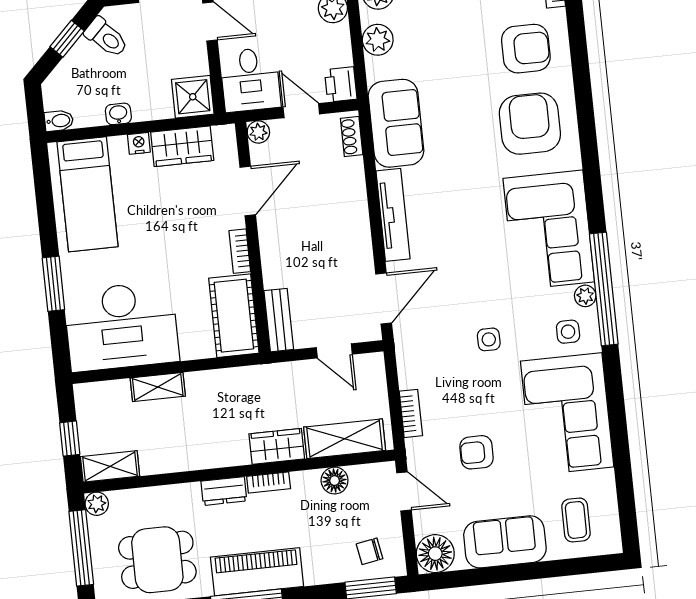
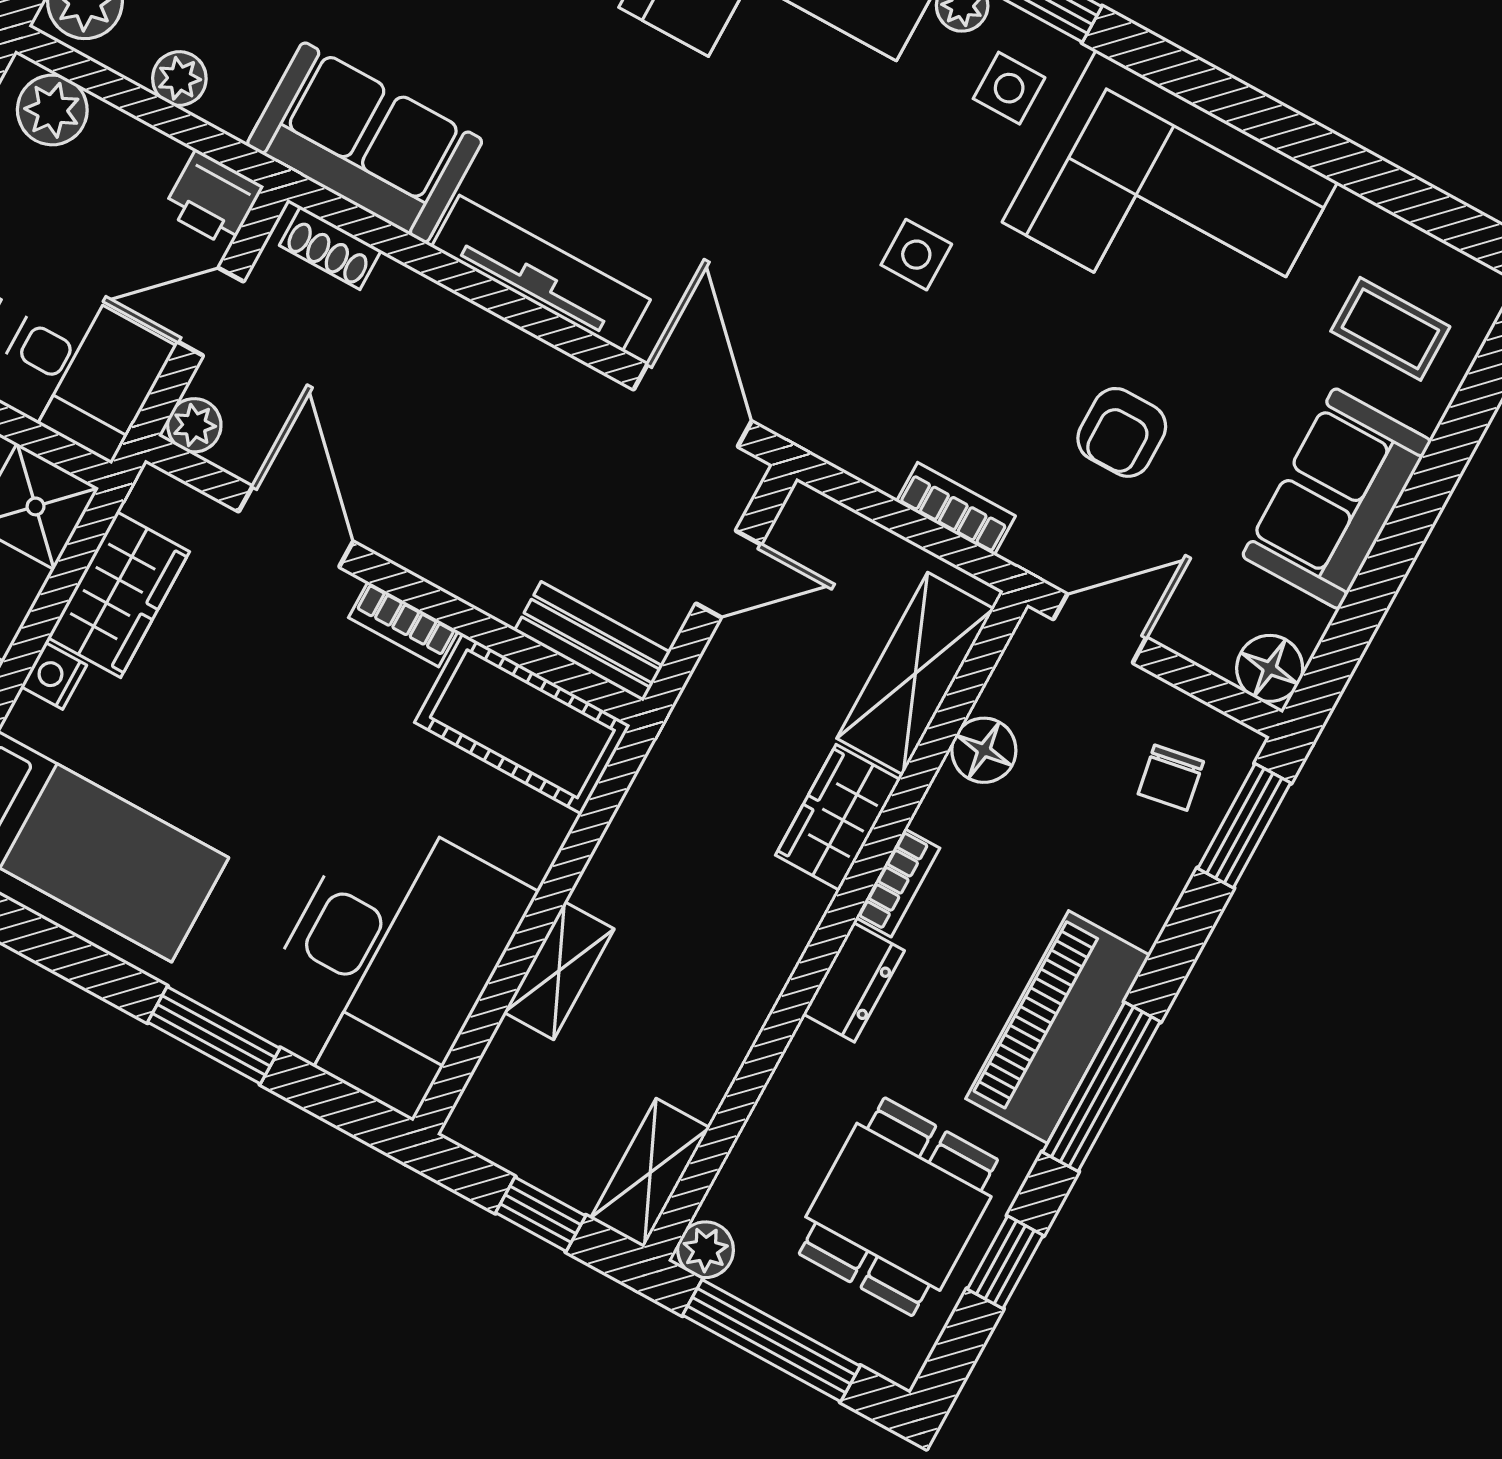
plant: (378, 40) -> (179, 78), width x0.73, depth x0.73
floor lamp: (435, 554) -> (1270, 668), width x0.73, depth x0.73

